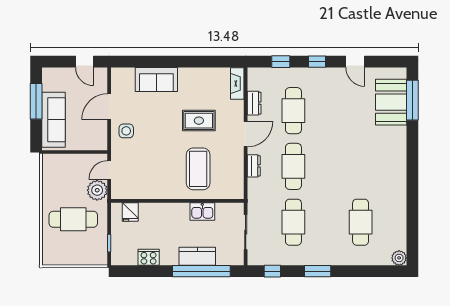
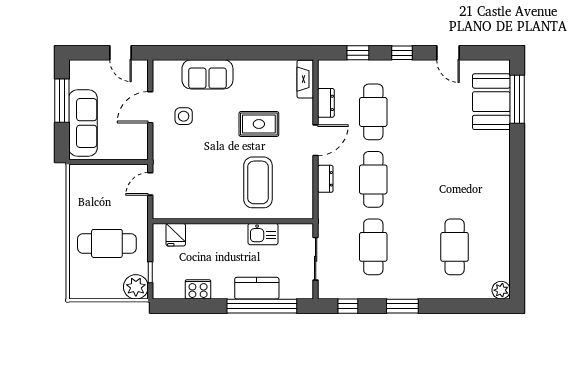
side table: (126, 131) -> (184, 116), moved
plant: (97, 190) -> (136, 287), moved

